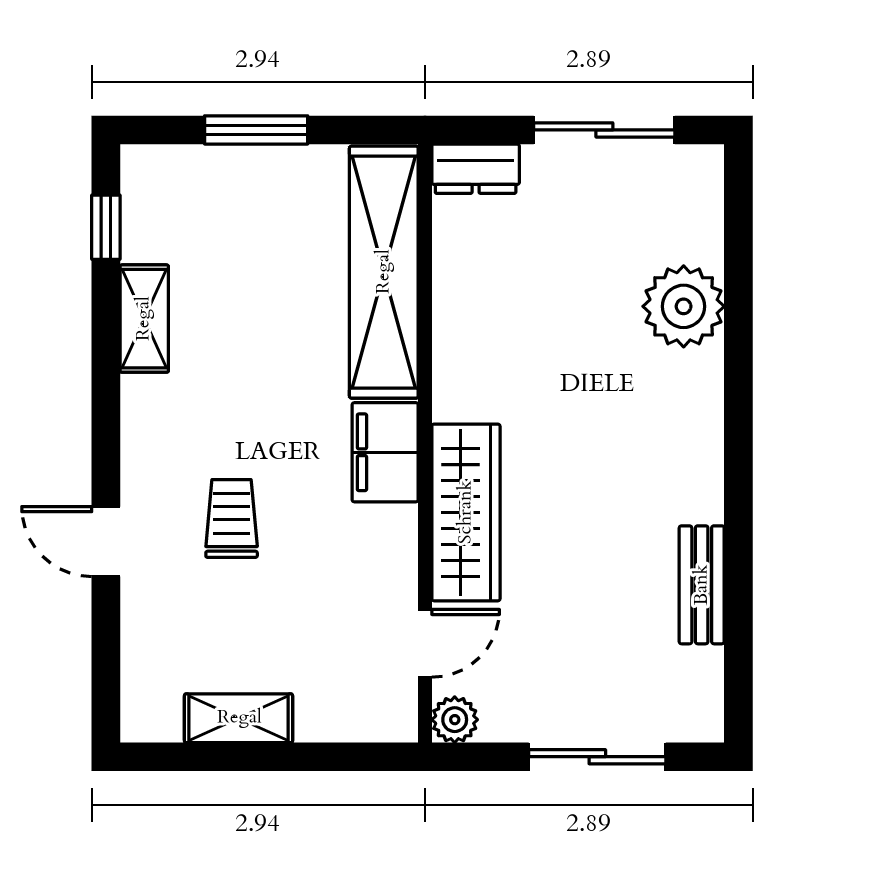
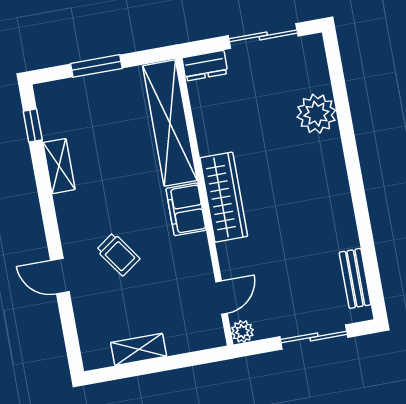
wardrobe: (466, 512) -> (224, 197), moved
trolley: (232, 519) -> (118, 254), turned 145
bench: (702, 585) -> (355, 278), moved

